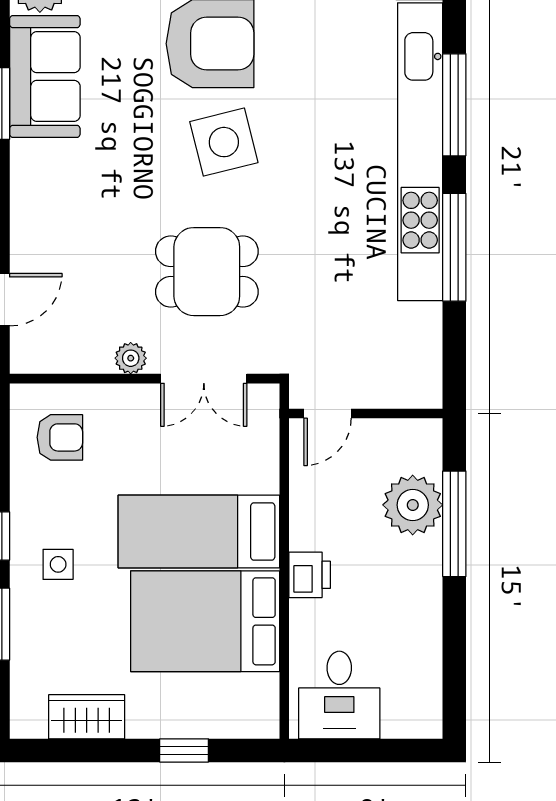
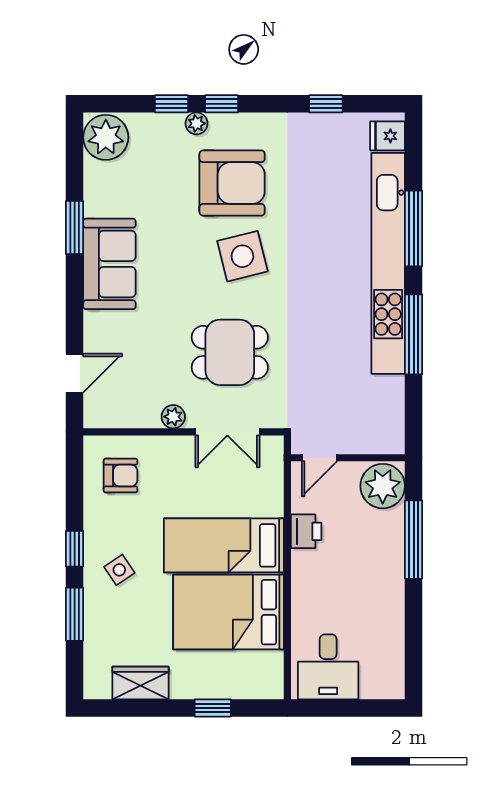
sofa: (45, 77) -> (109, 264), moved
plant: (413, 505) -> (383, 486), moved
side table: (58, 564) -> (119, 570), turned -34
printer: (310, 575) -> (306, 531), moved

